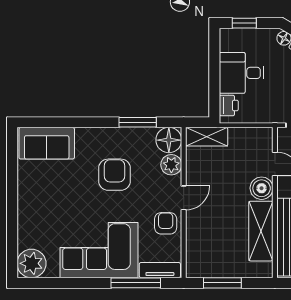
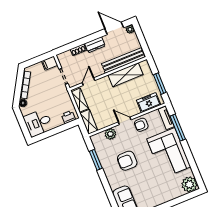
window: (244, 23) -> (23, 126), removed
desk: (242, 73) -> (38, 123), moved, turned 90
shelving: (249, 136) -> (80, 100), added
floor lamp: (169, 140) -> (98, 140), removed
boiler: (262, 188) -> (104, 83), removed
freezer: (198, 251) -> (149, 103), added

